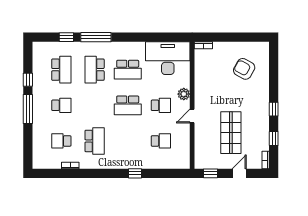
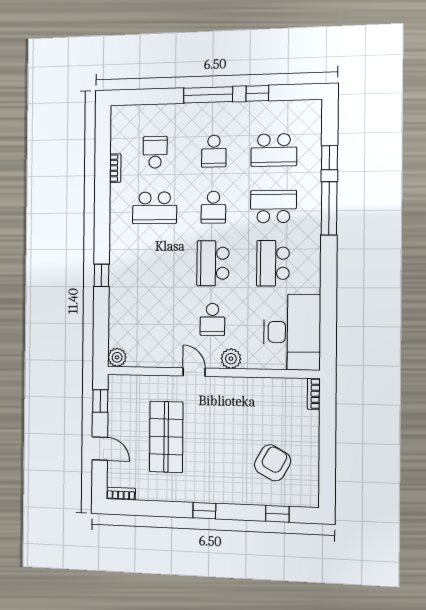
shop shelf: (231, 133) -> (166, 437), turned 90
window: (274, 139) -> (277, 514), moved
school desk: (161, 141) -> (213, 207), moved
plant: (184, 163) -> (117, 357), added

